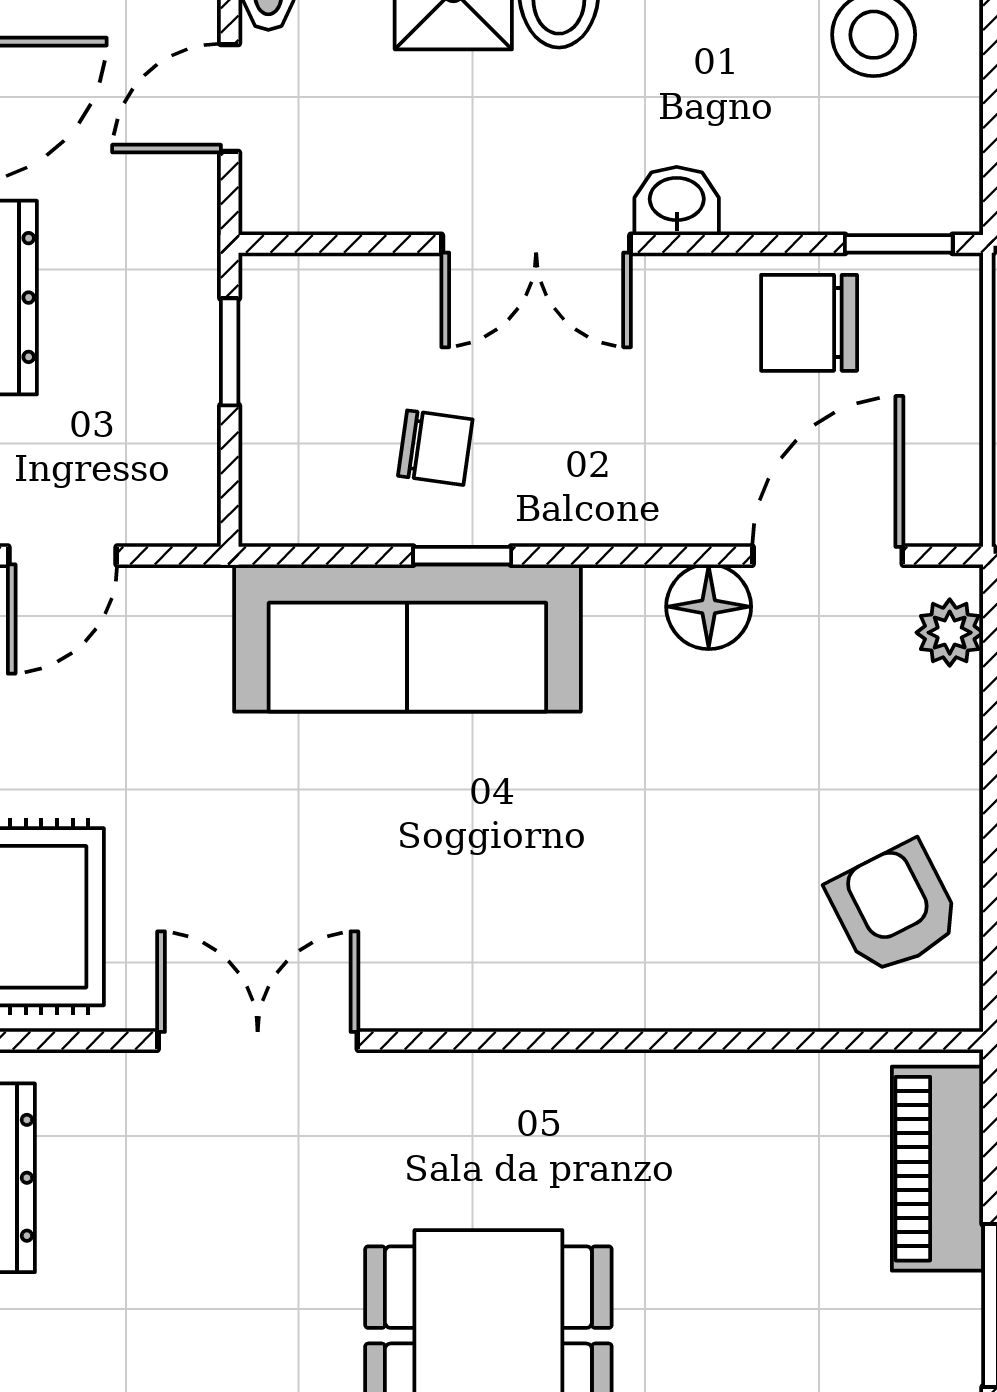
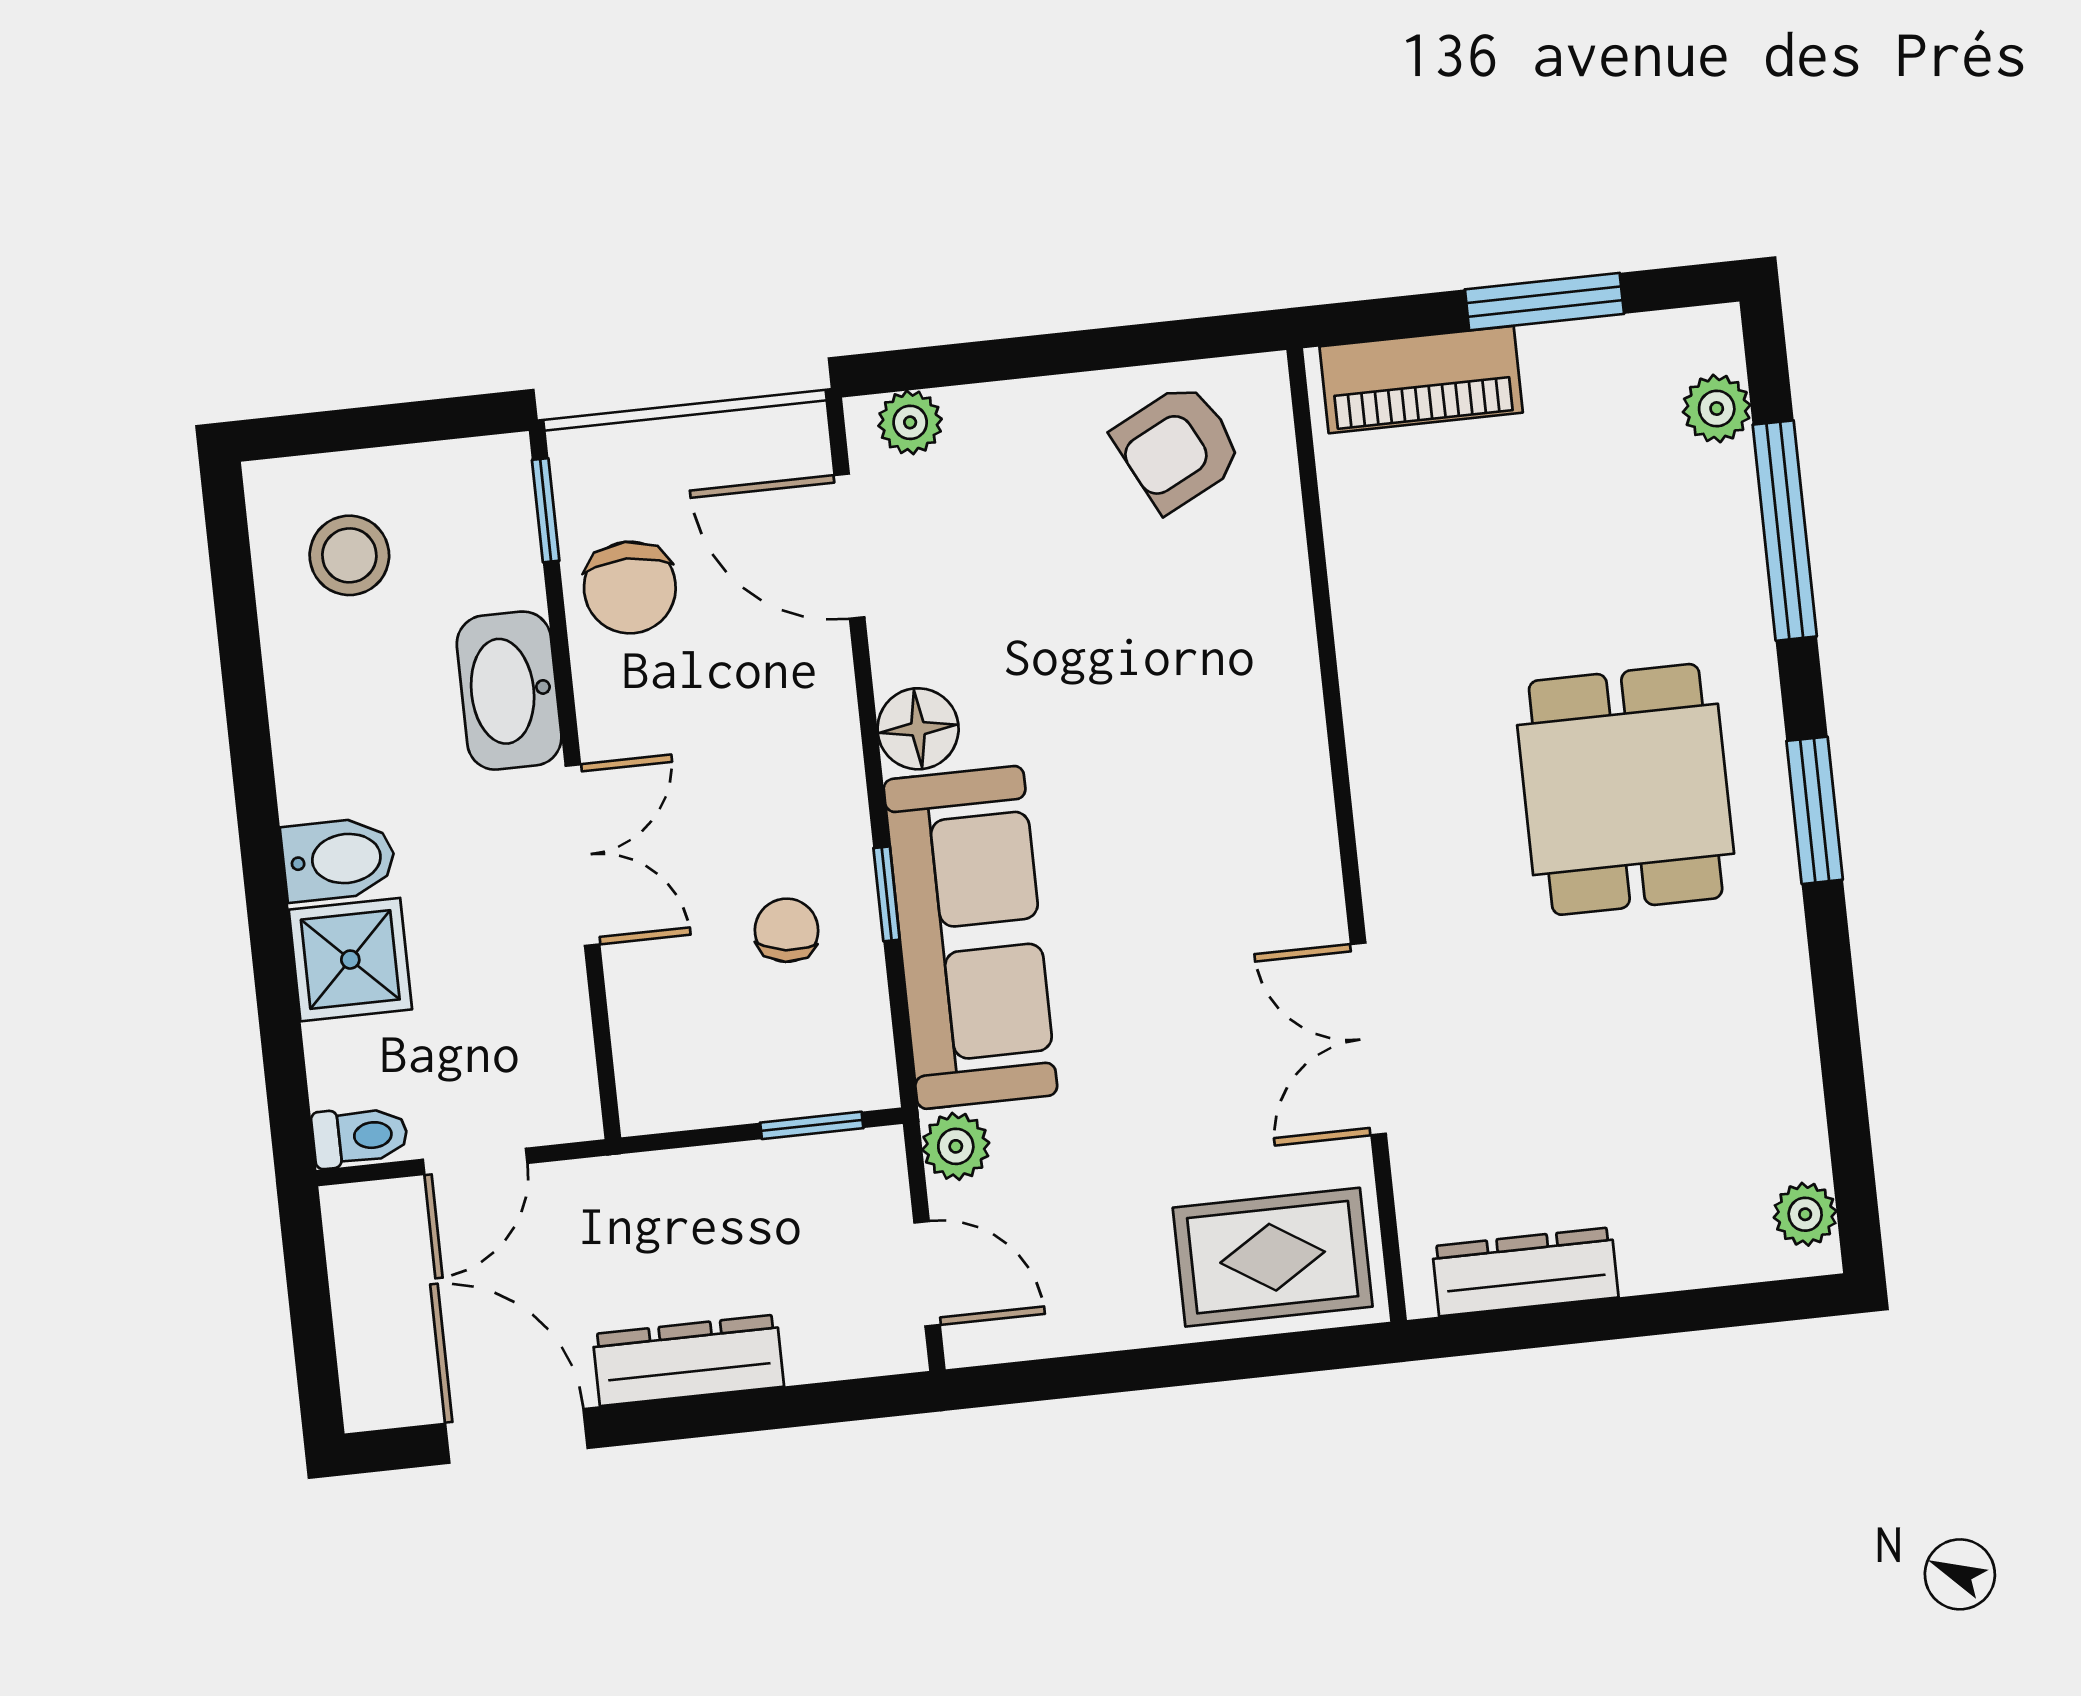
door: (230, 98) -> (475, 1161), hinge flipped
washbasin: (677, 201) -> (509, 691), width x1.91, depth x1.45
window: (230, 352) -> (812, 1125), moved
plant: (192, 600) -> (956, 1146), added
floor lamp: (709, 607) -> (918, 729), moved

